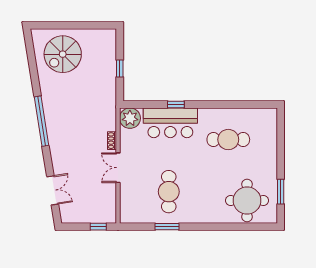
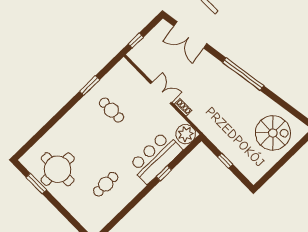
spiral stairs: (63, 54) -> (273, 133), turned 90
cafe table: (228, 140) -> (106, 184), width x0.73, depth x0.74
double door: (53, 190) -> (190, 35), width x1.37
cafe table: (169, 192) -> (111, 110), width x0.73, depth x0.74
round table: (247, 200) -> (58, 169), moved

